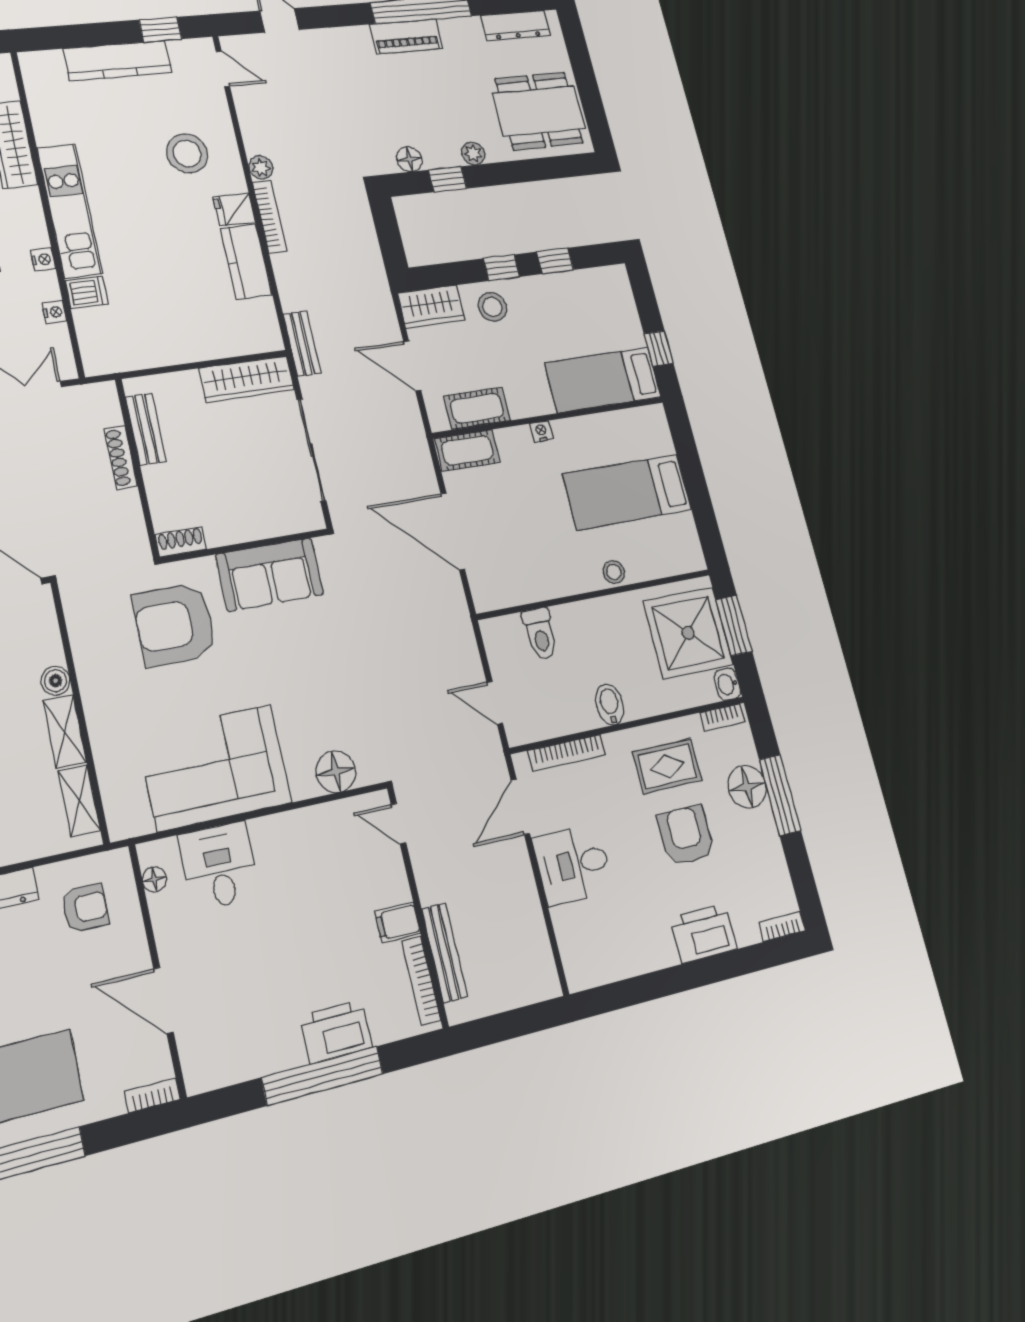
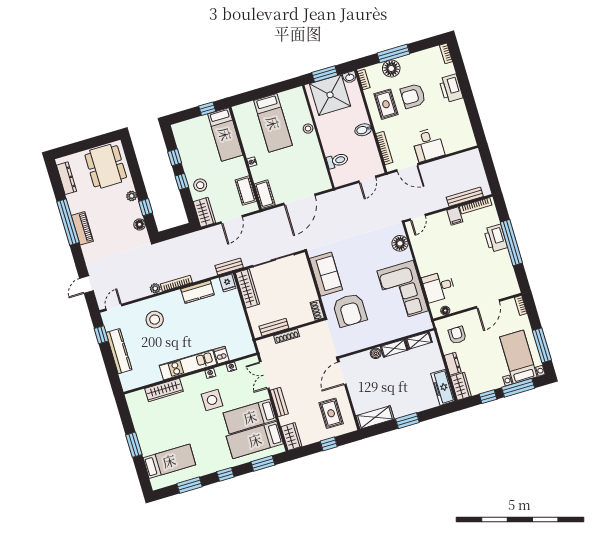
fridge: (234, 209) -> (228, 283), moved

